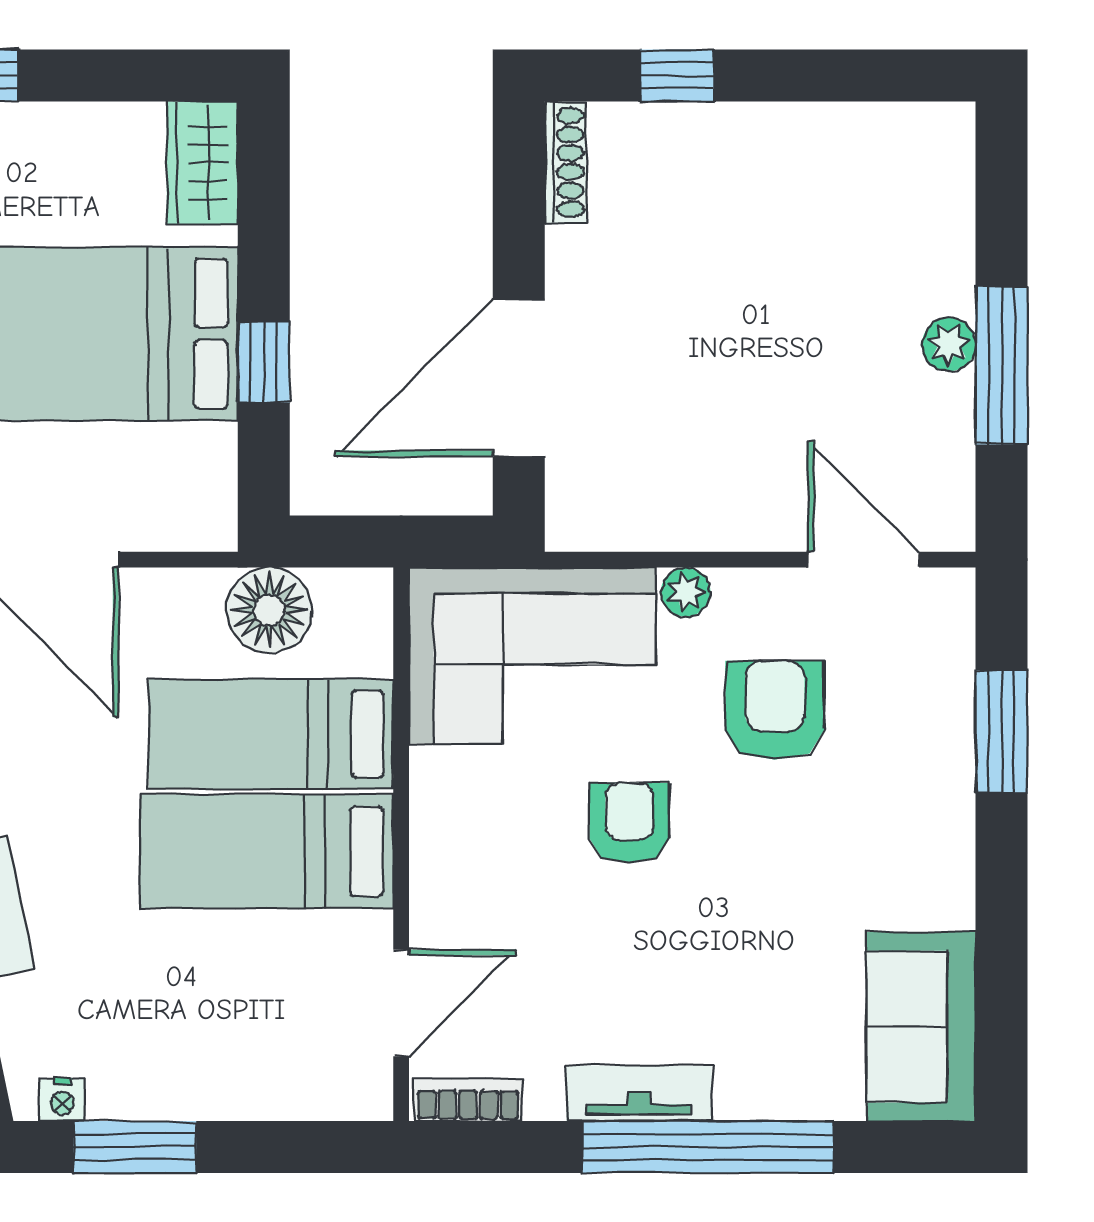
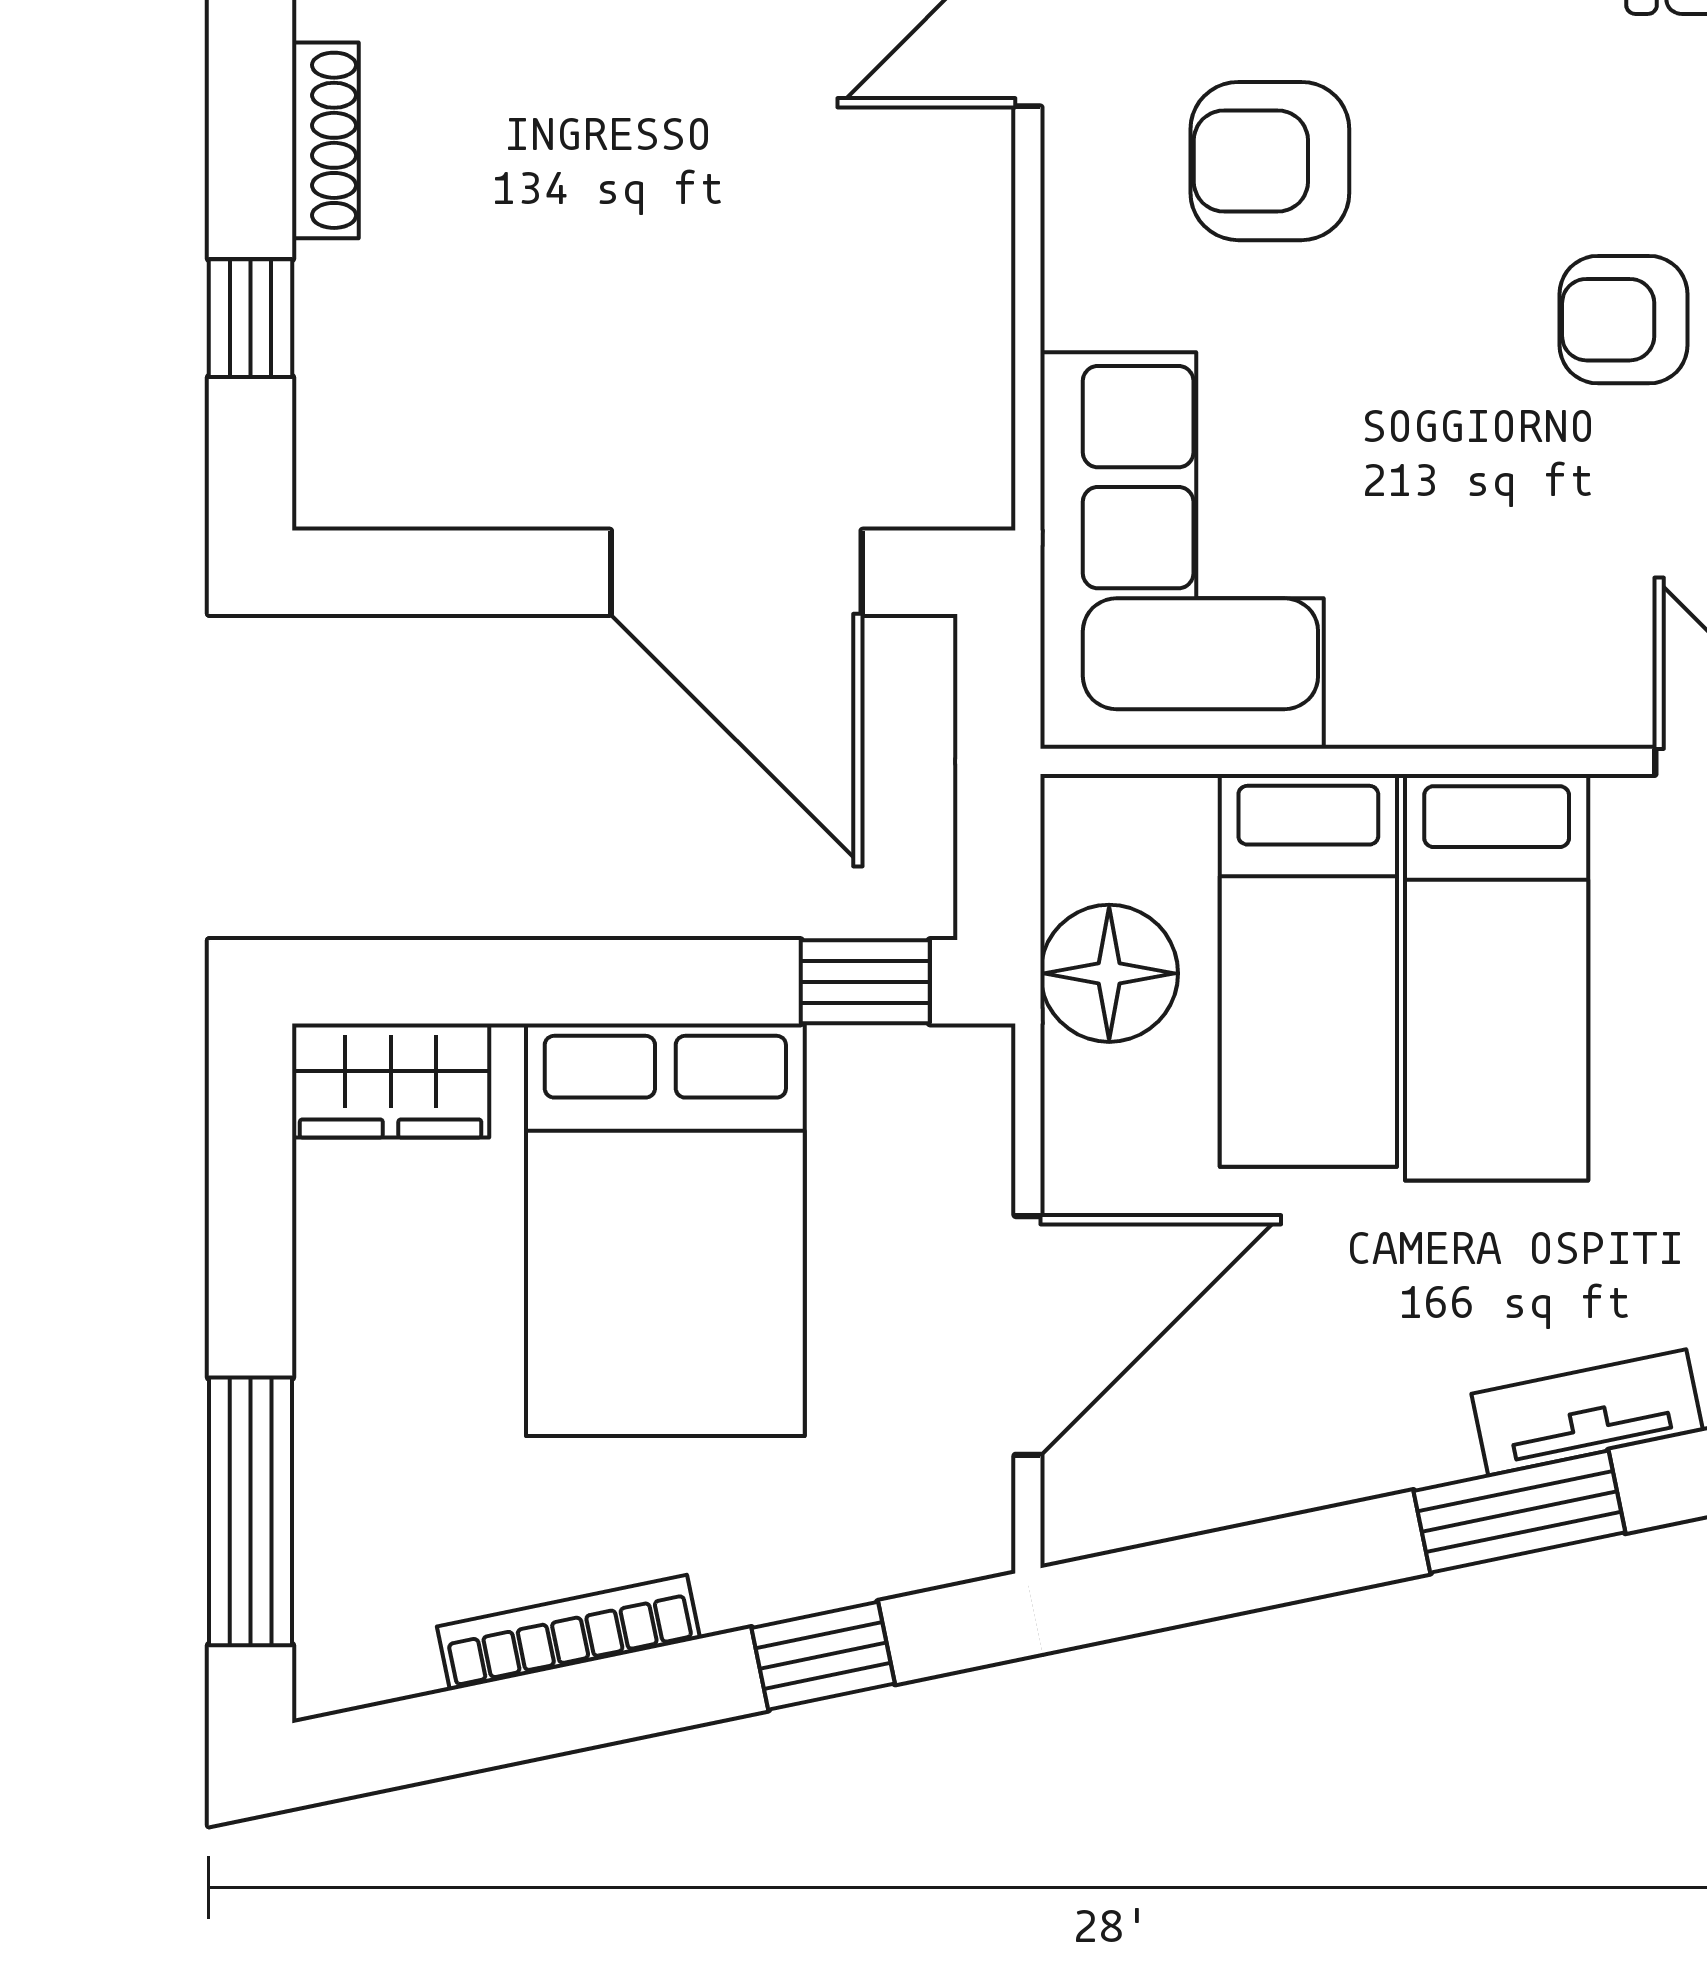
shoe rack: (565, 162) -> (325, 140), moved, turned 90
window: (264, 362) -> (865, 982), moved
plant: (686, 592) -> (1080, 304), removed
armchair: (629, 823) -> (1624, 320), moved

